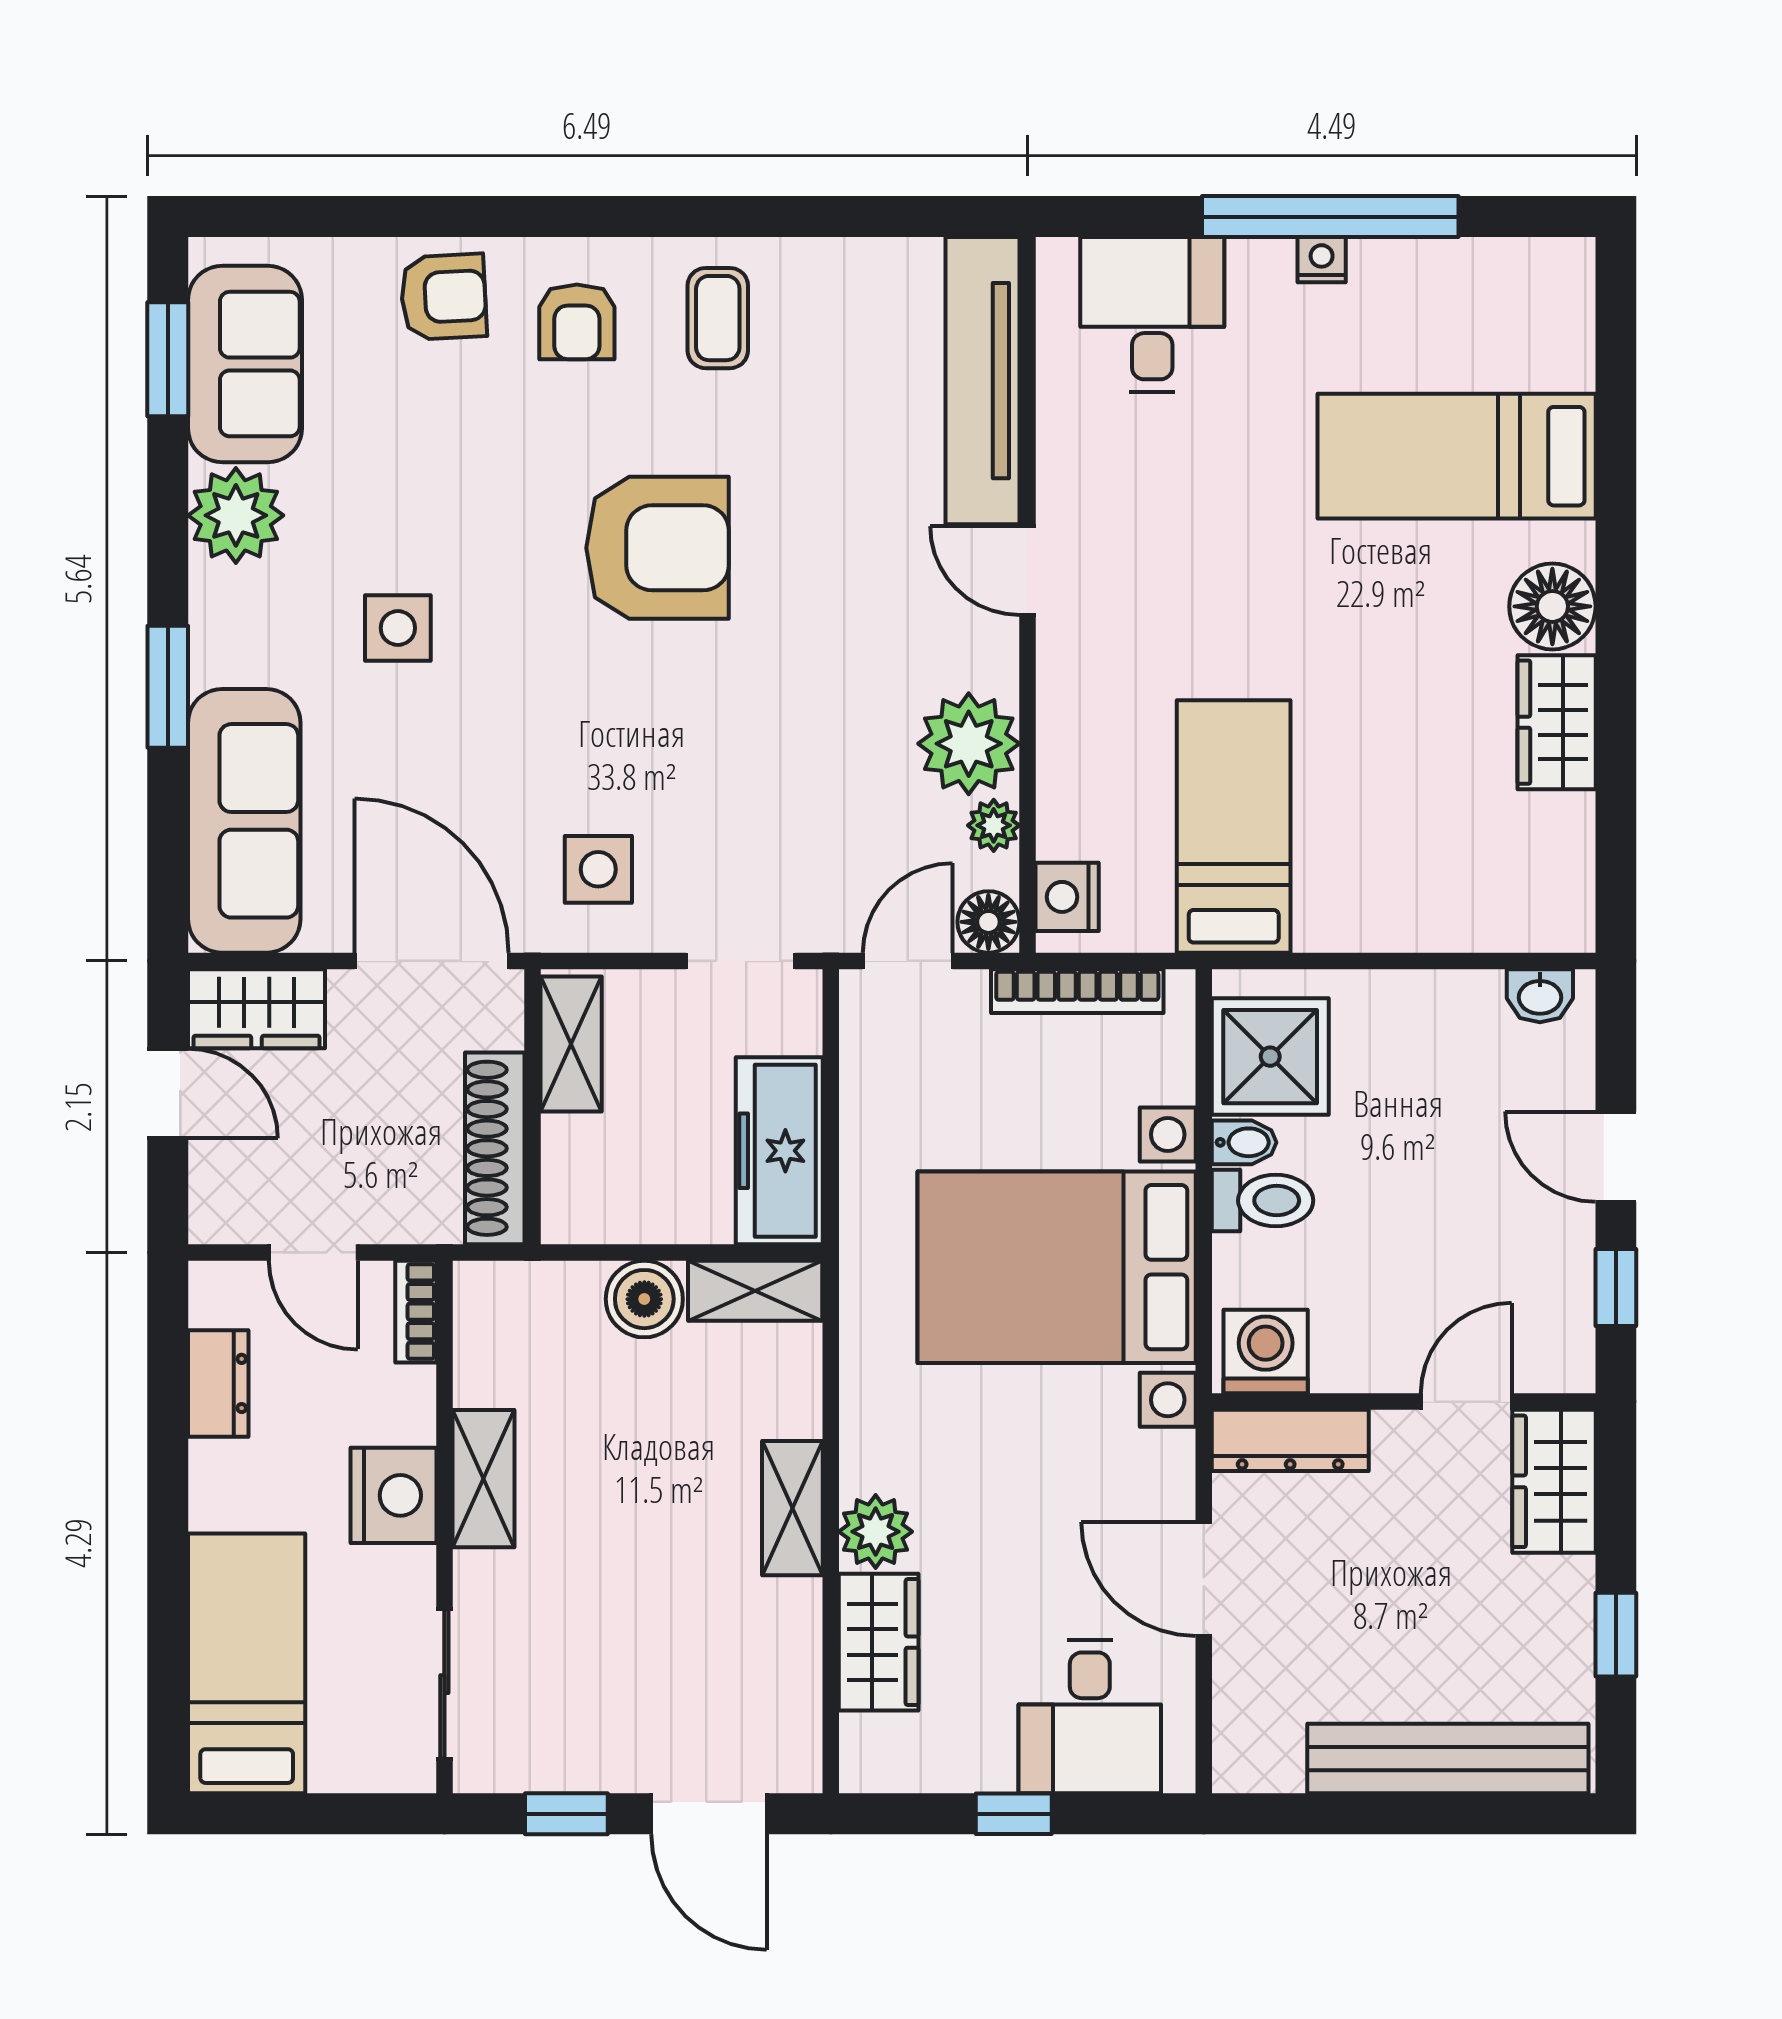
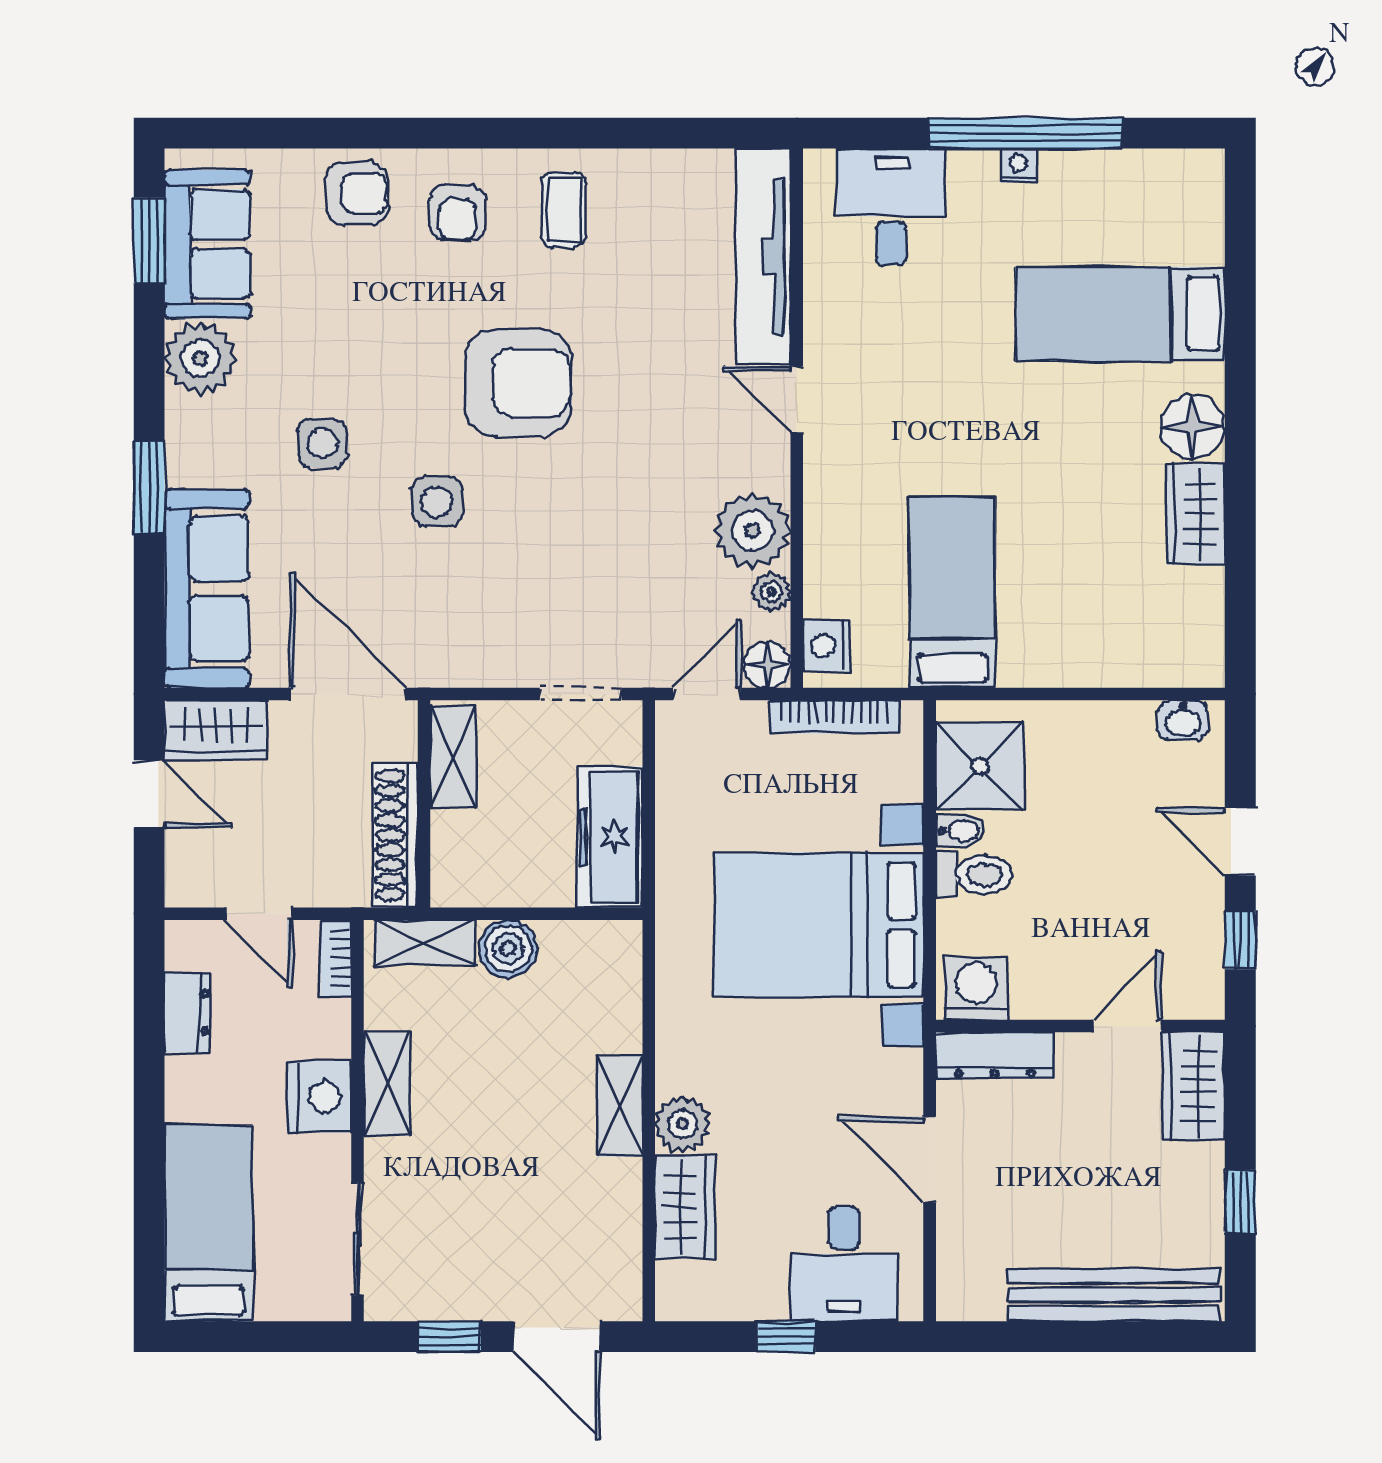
side table: (598, 869) -> (437, 501), moved
shelving: (755, 1291) -> (425, 942), moved

